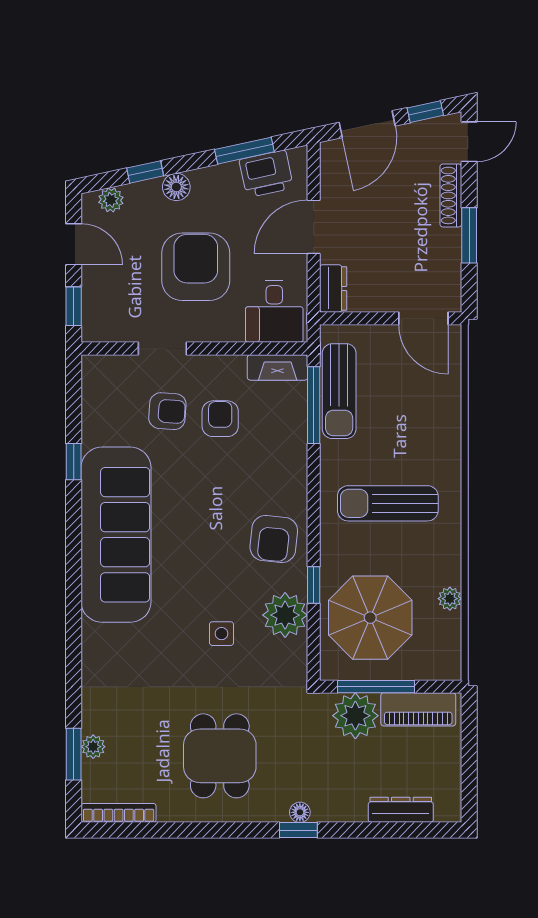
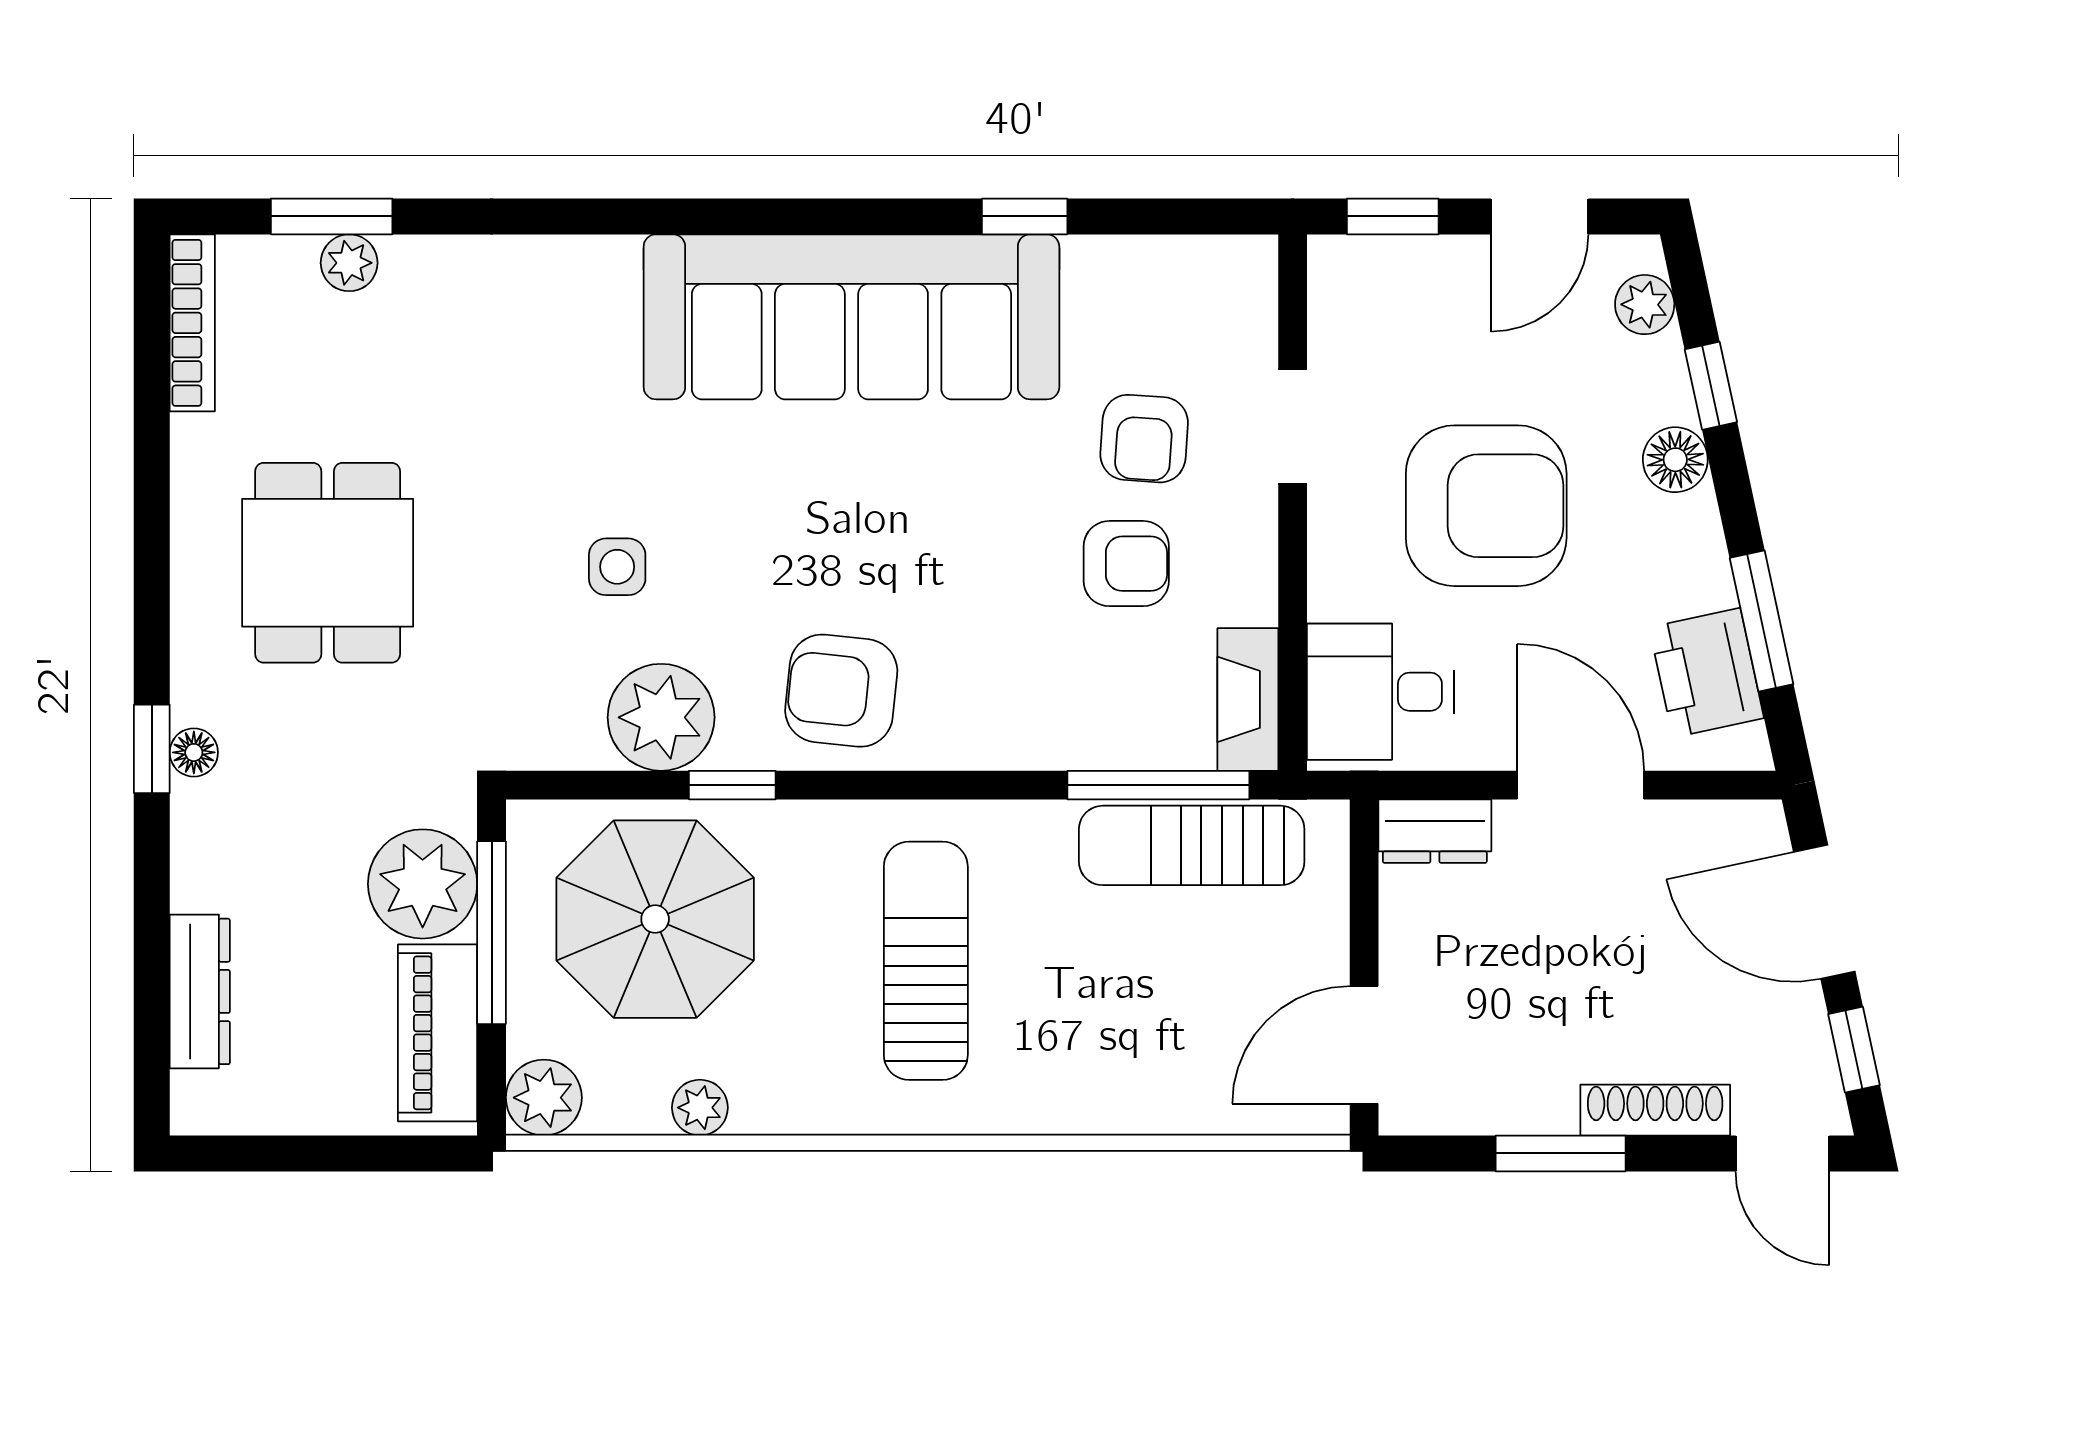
plant: (446, 665) -> (544, 1098), added
dining table: (220, 756) -> (328, 563), turned 90

